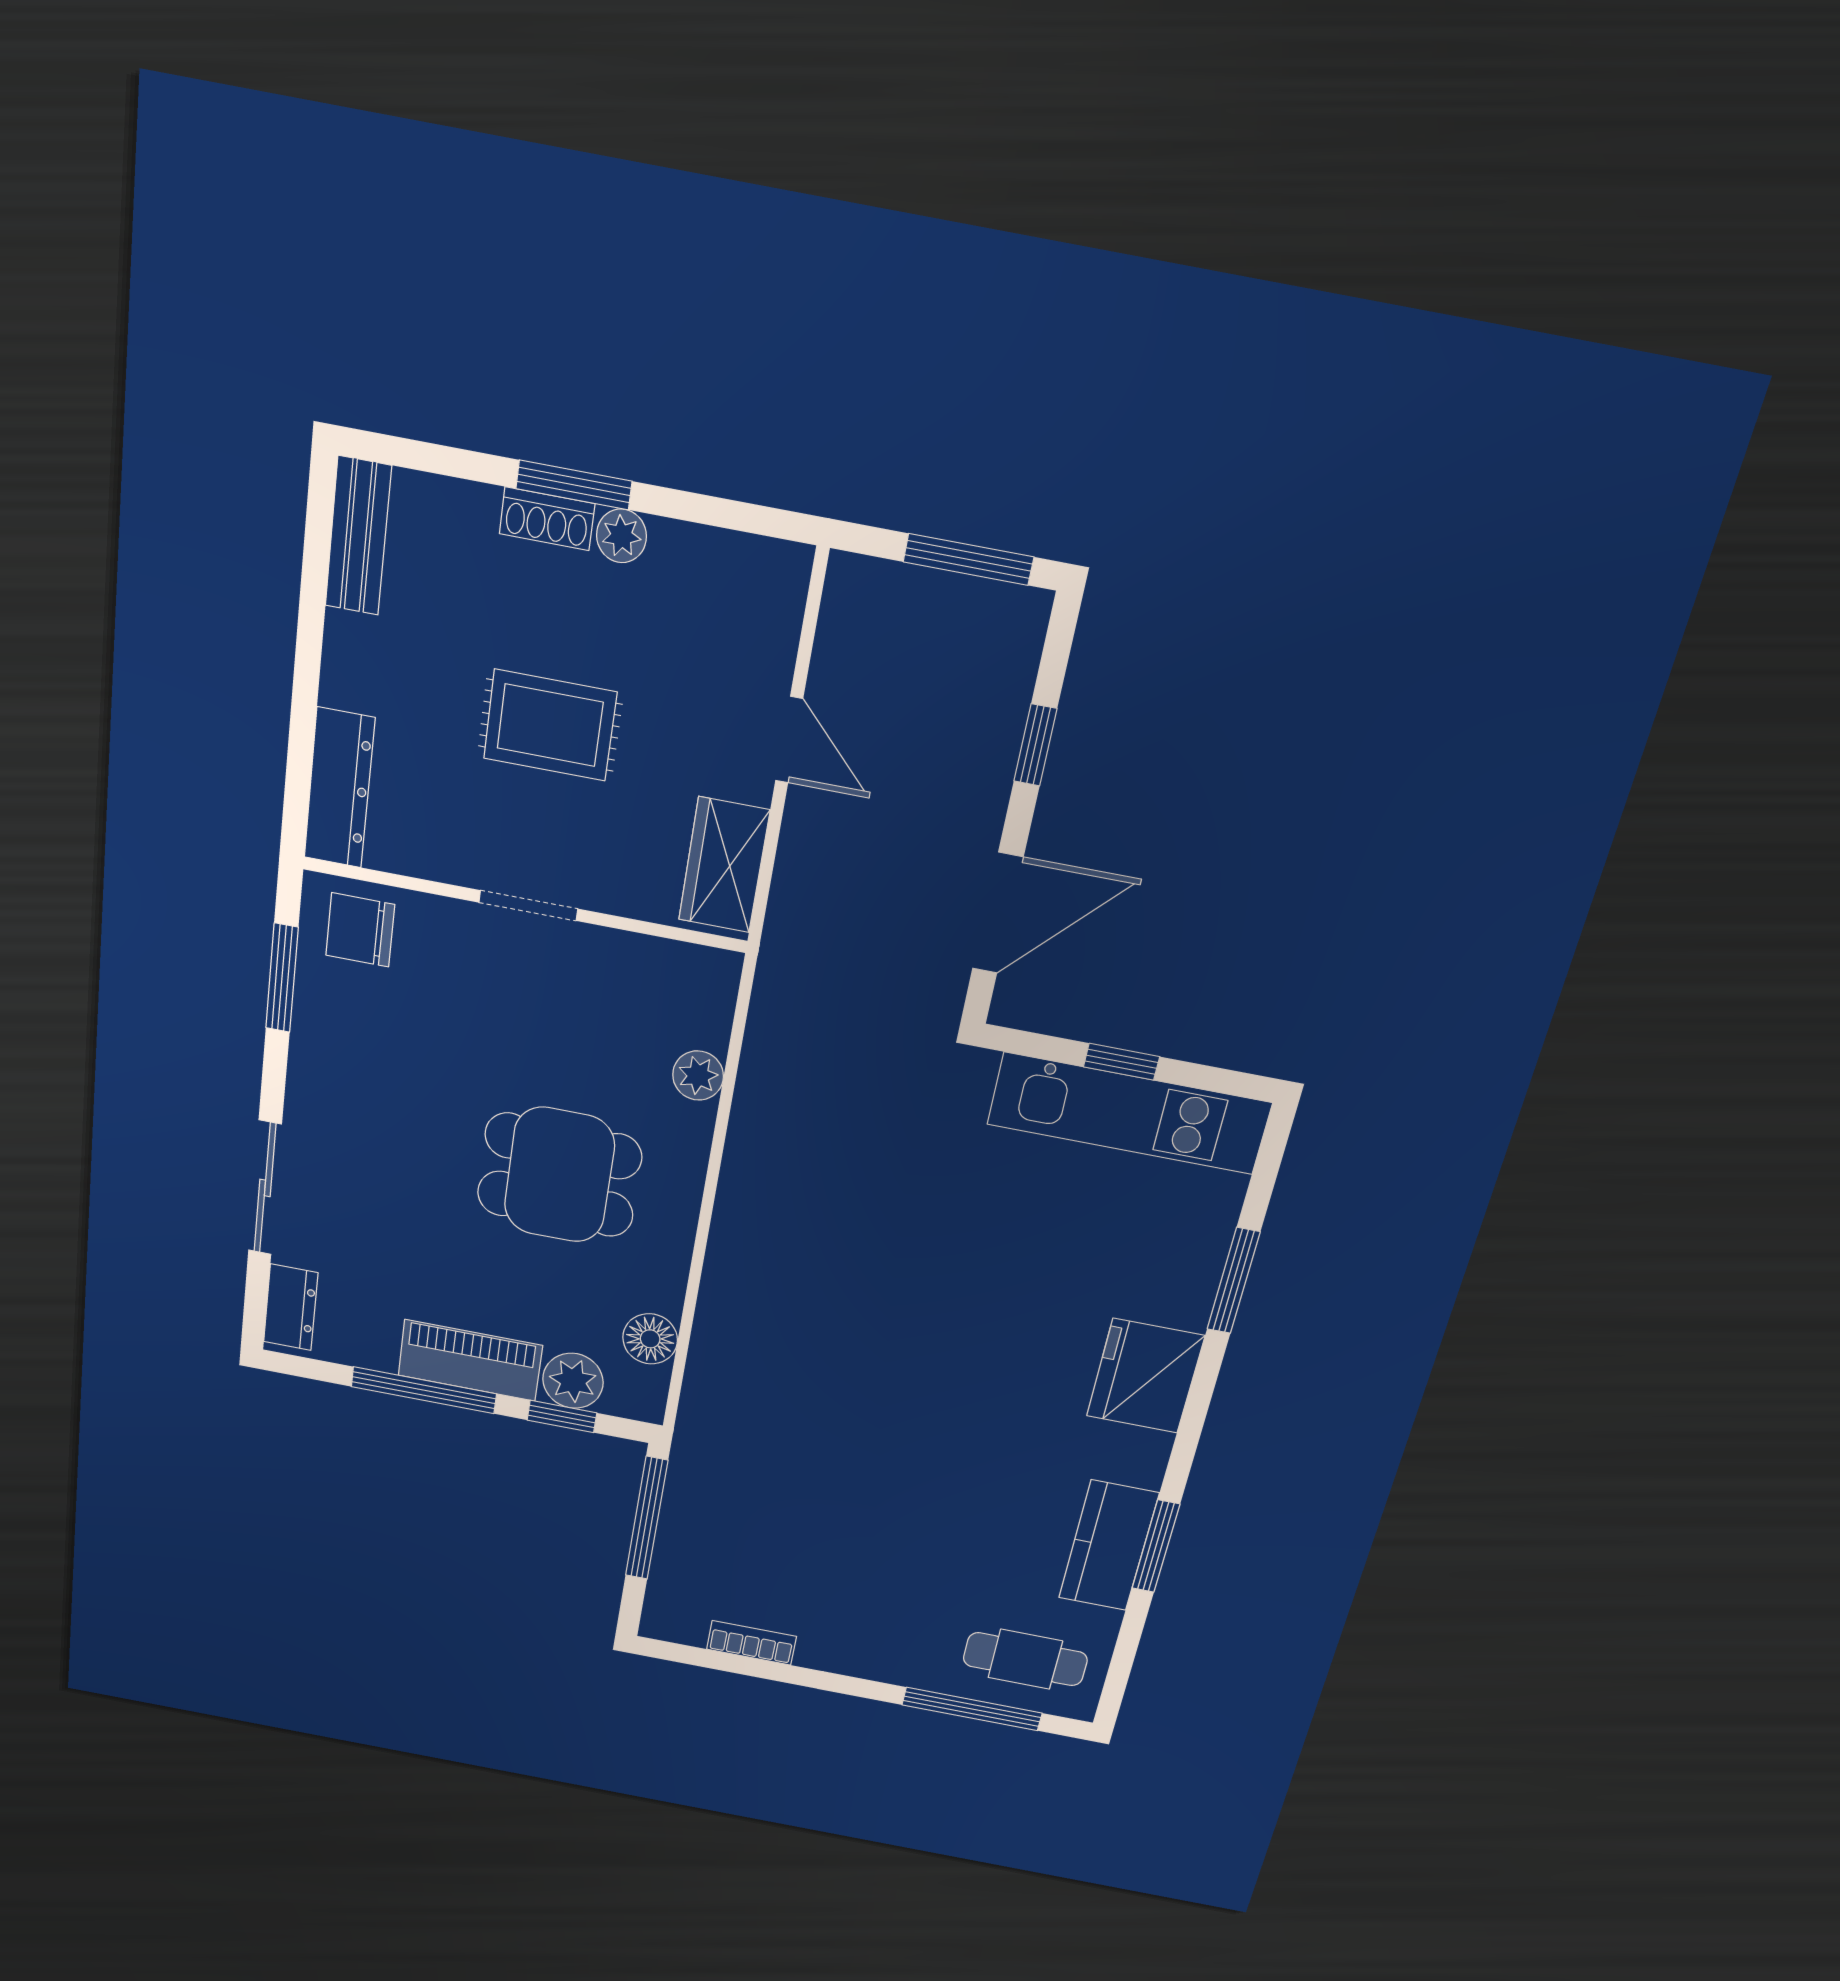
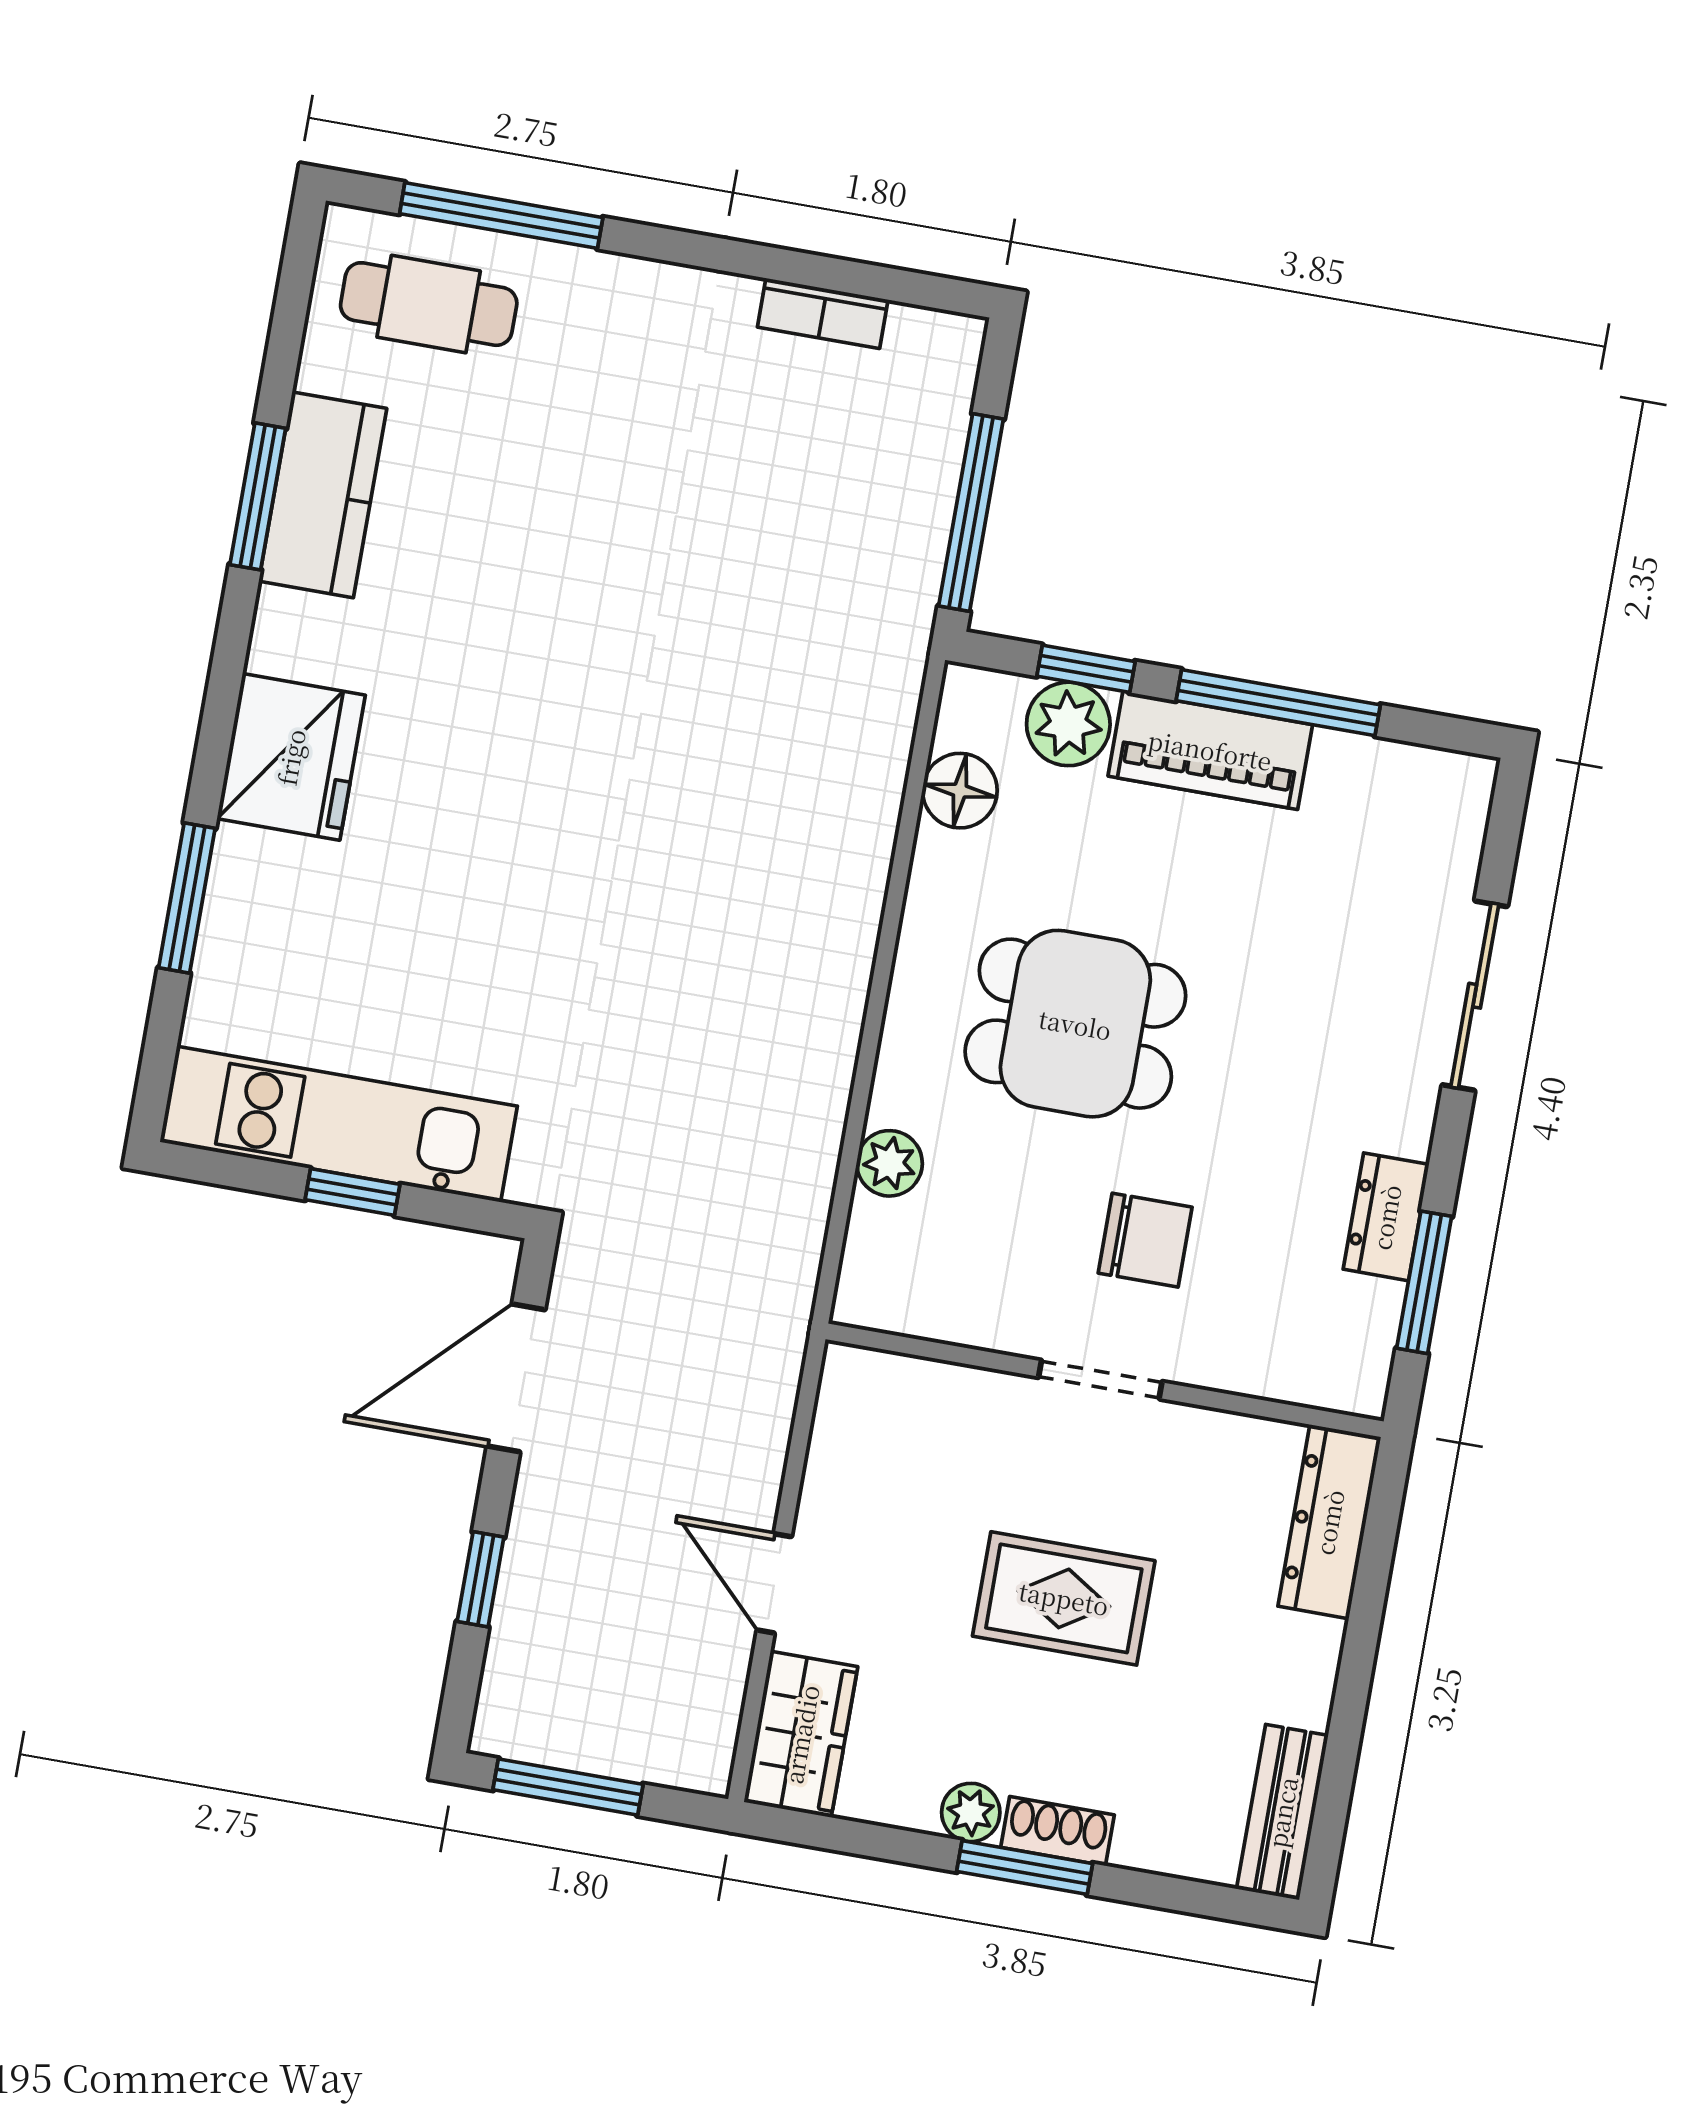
wardrobe: (724, 865) -> (801, 1734), moved
chair: (360, 930) -> (1145, 1240), moved
dresser: (291, 1307) -> (1386, 1217), moved

